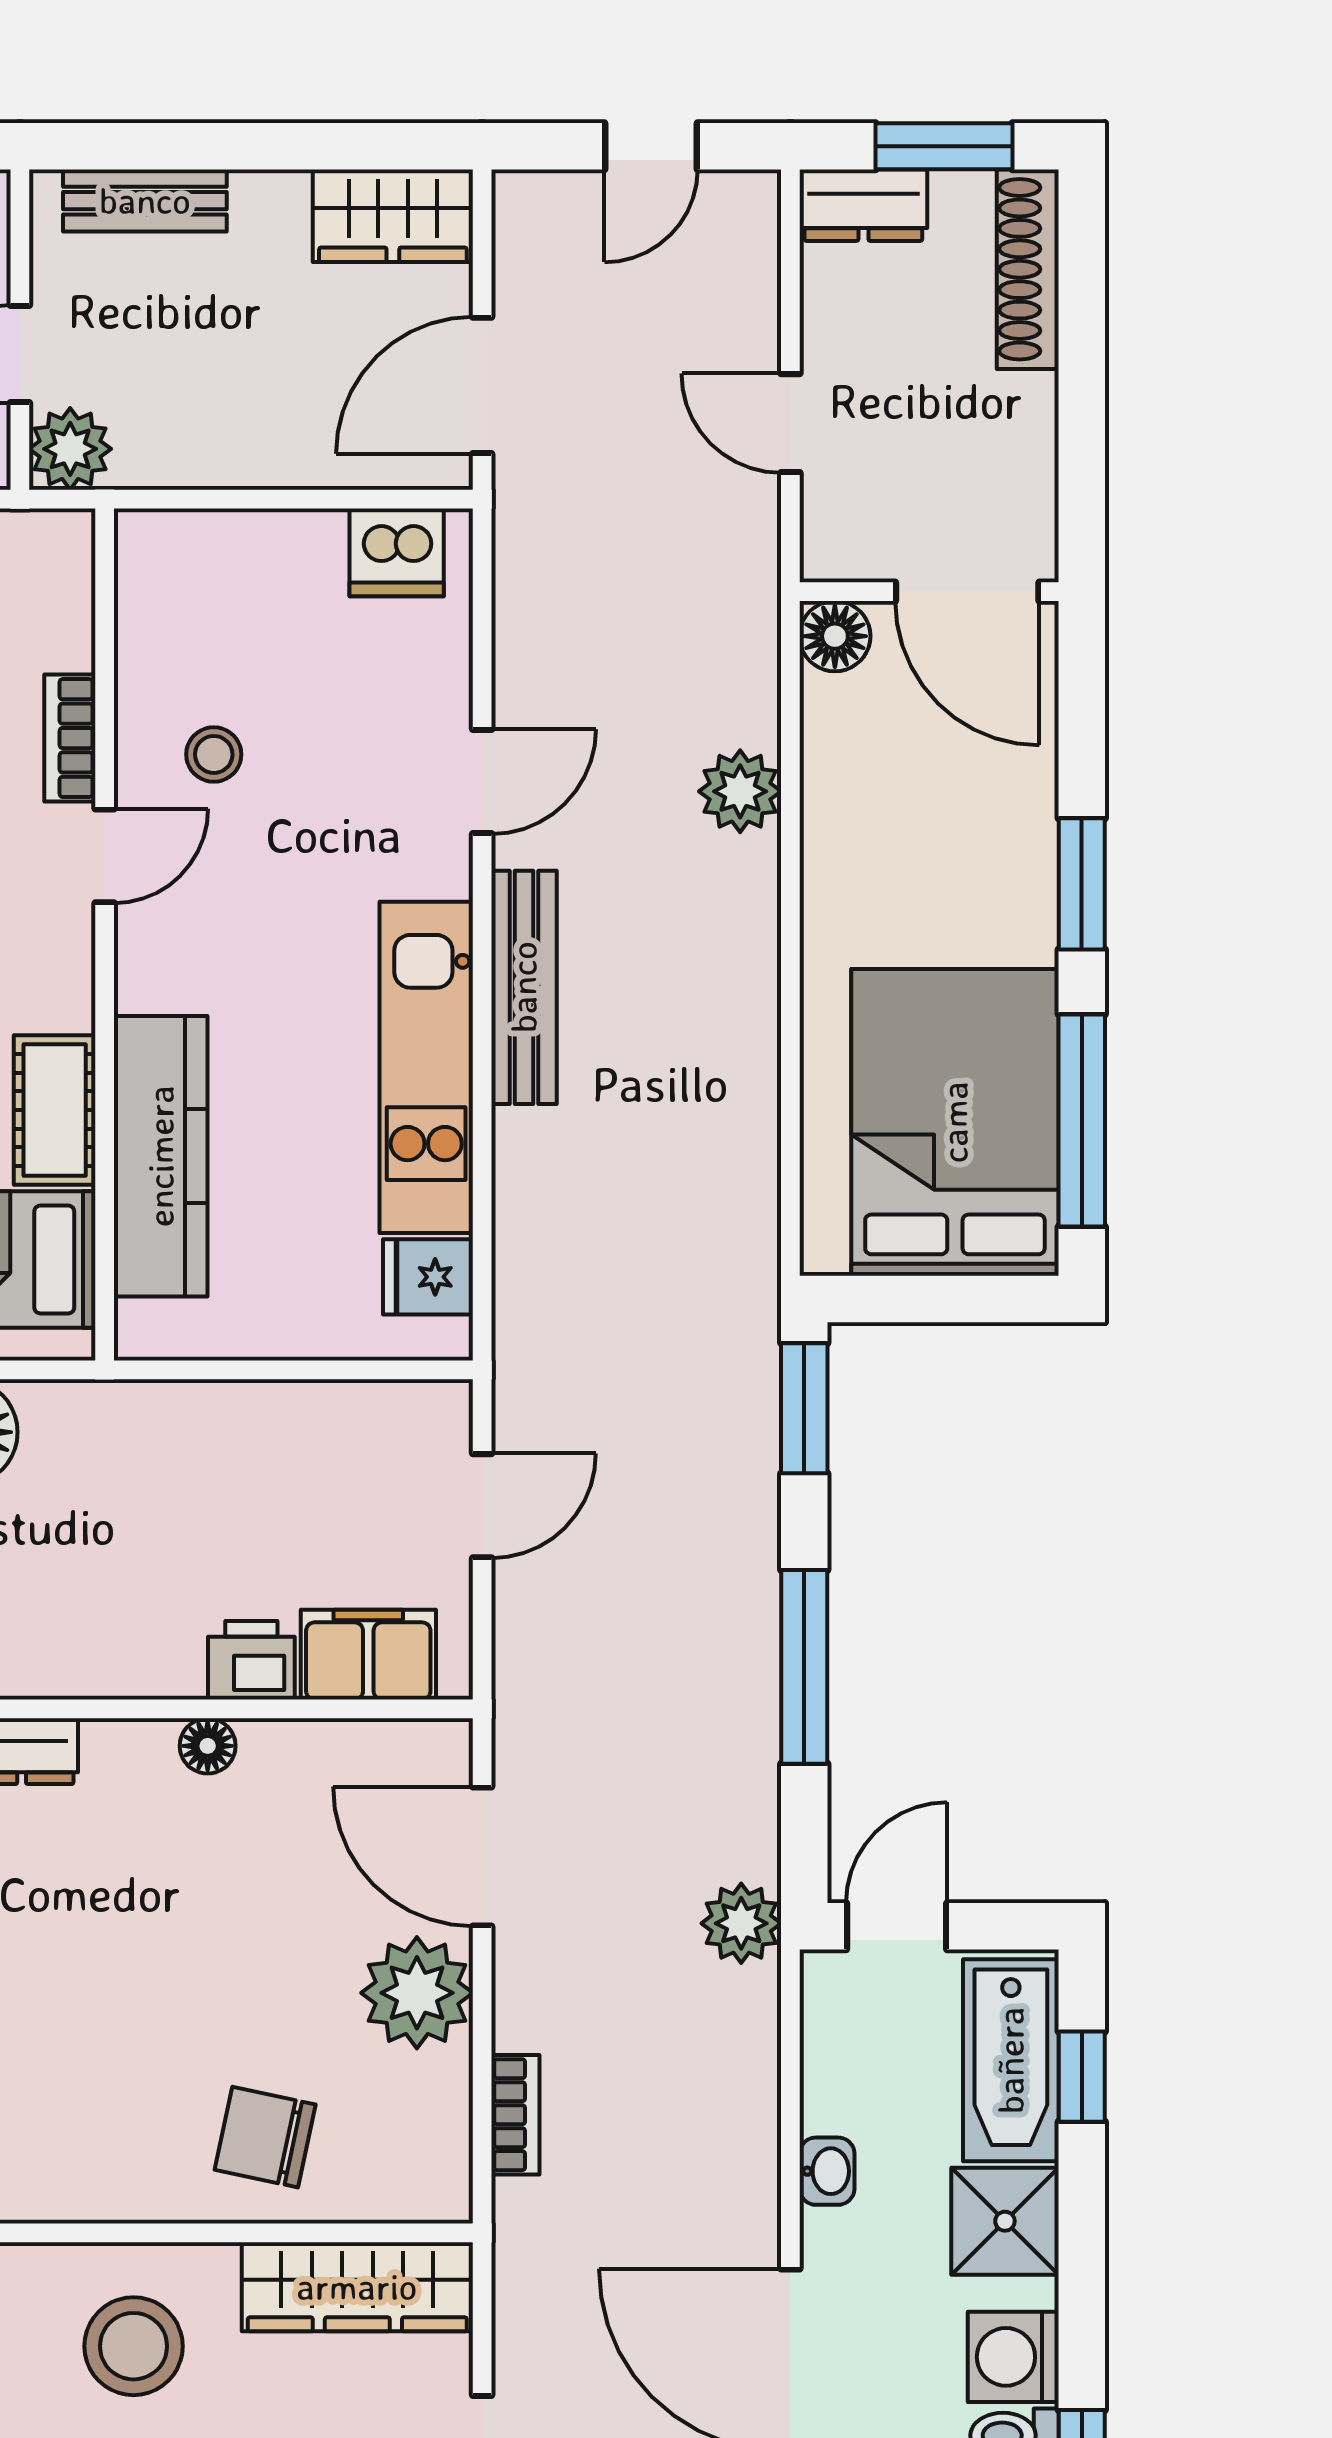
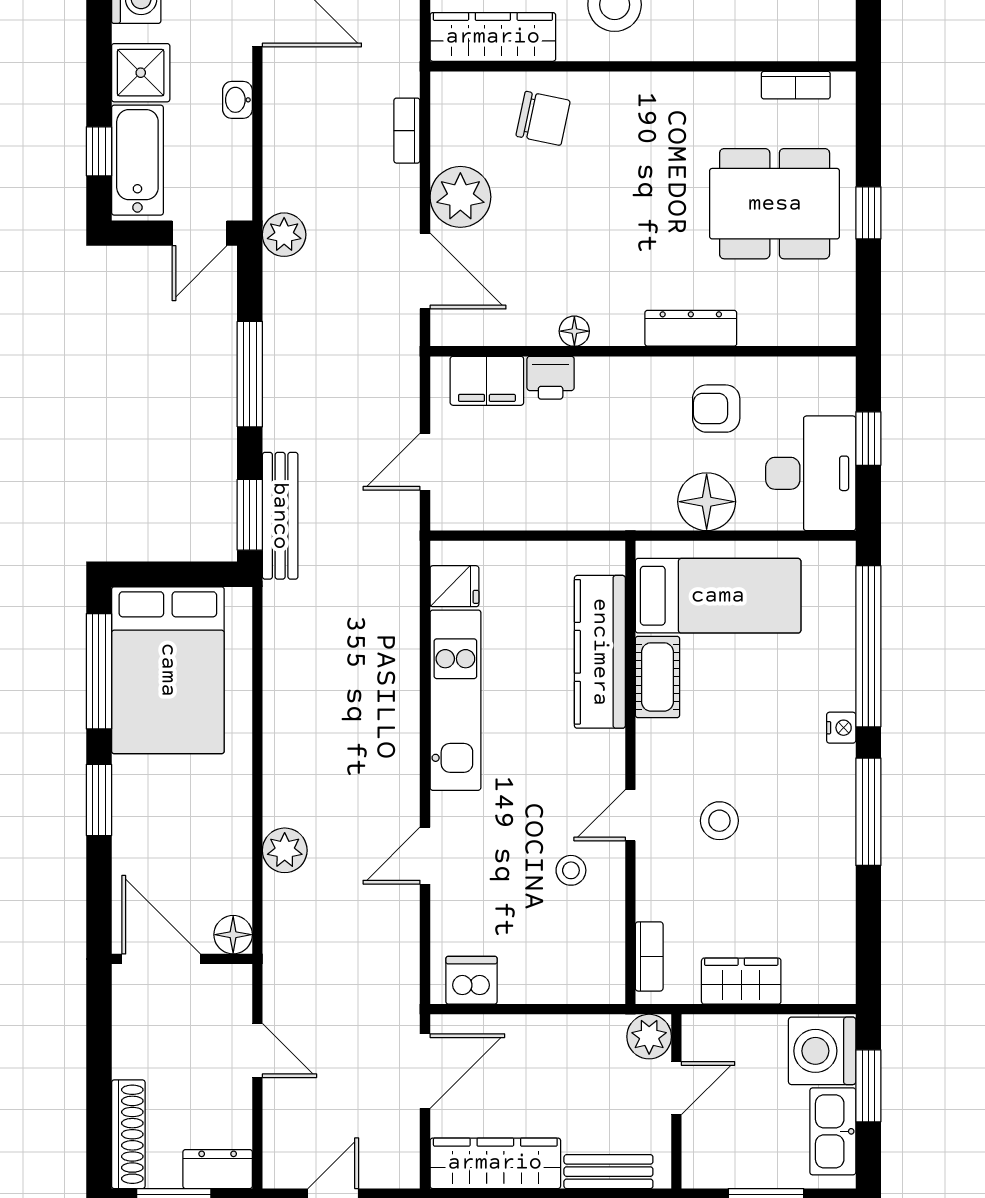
wardrobe: (393, 216) -> (495, 1163), width x1.50
bookcase: (70, 738) -> (649, 956), moved
bench: (524, 987) -> (280, 516), moved

